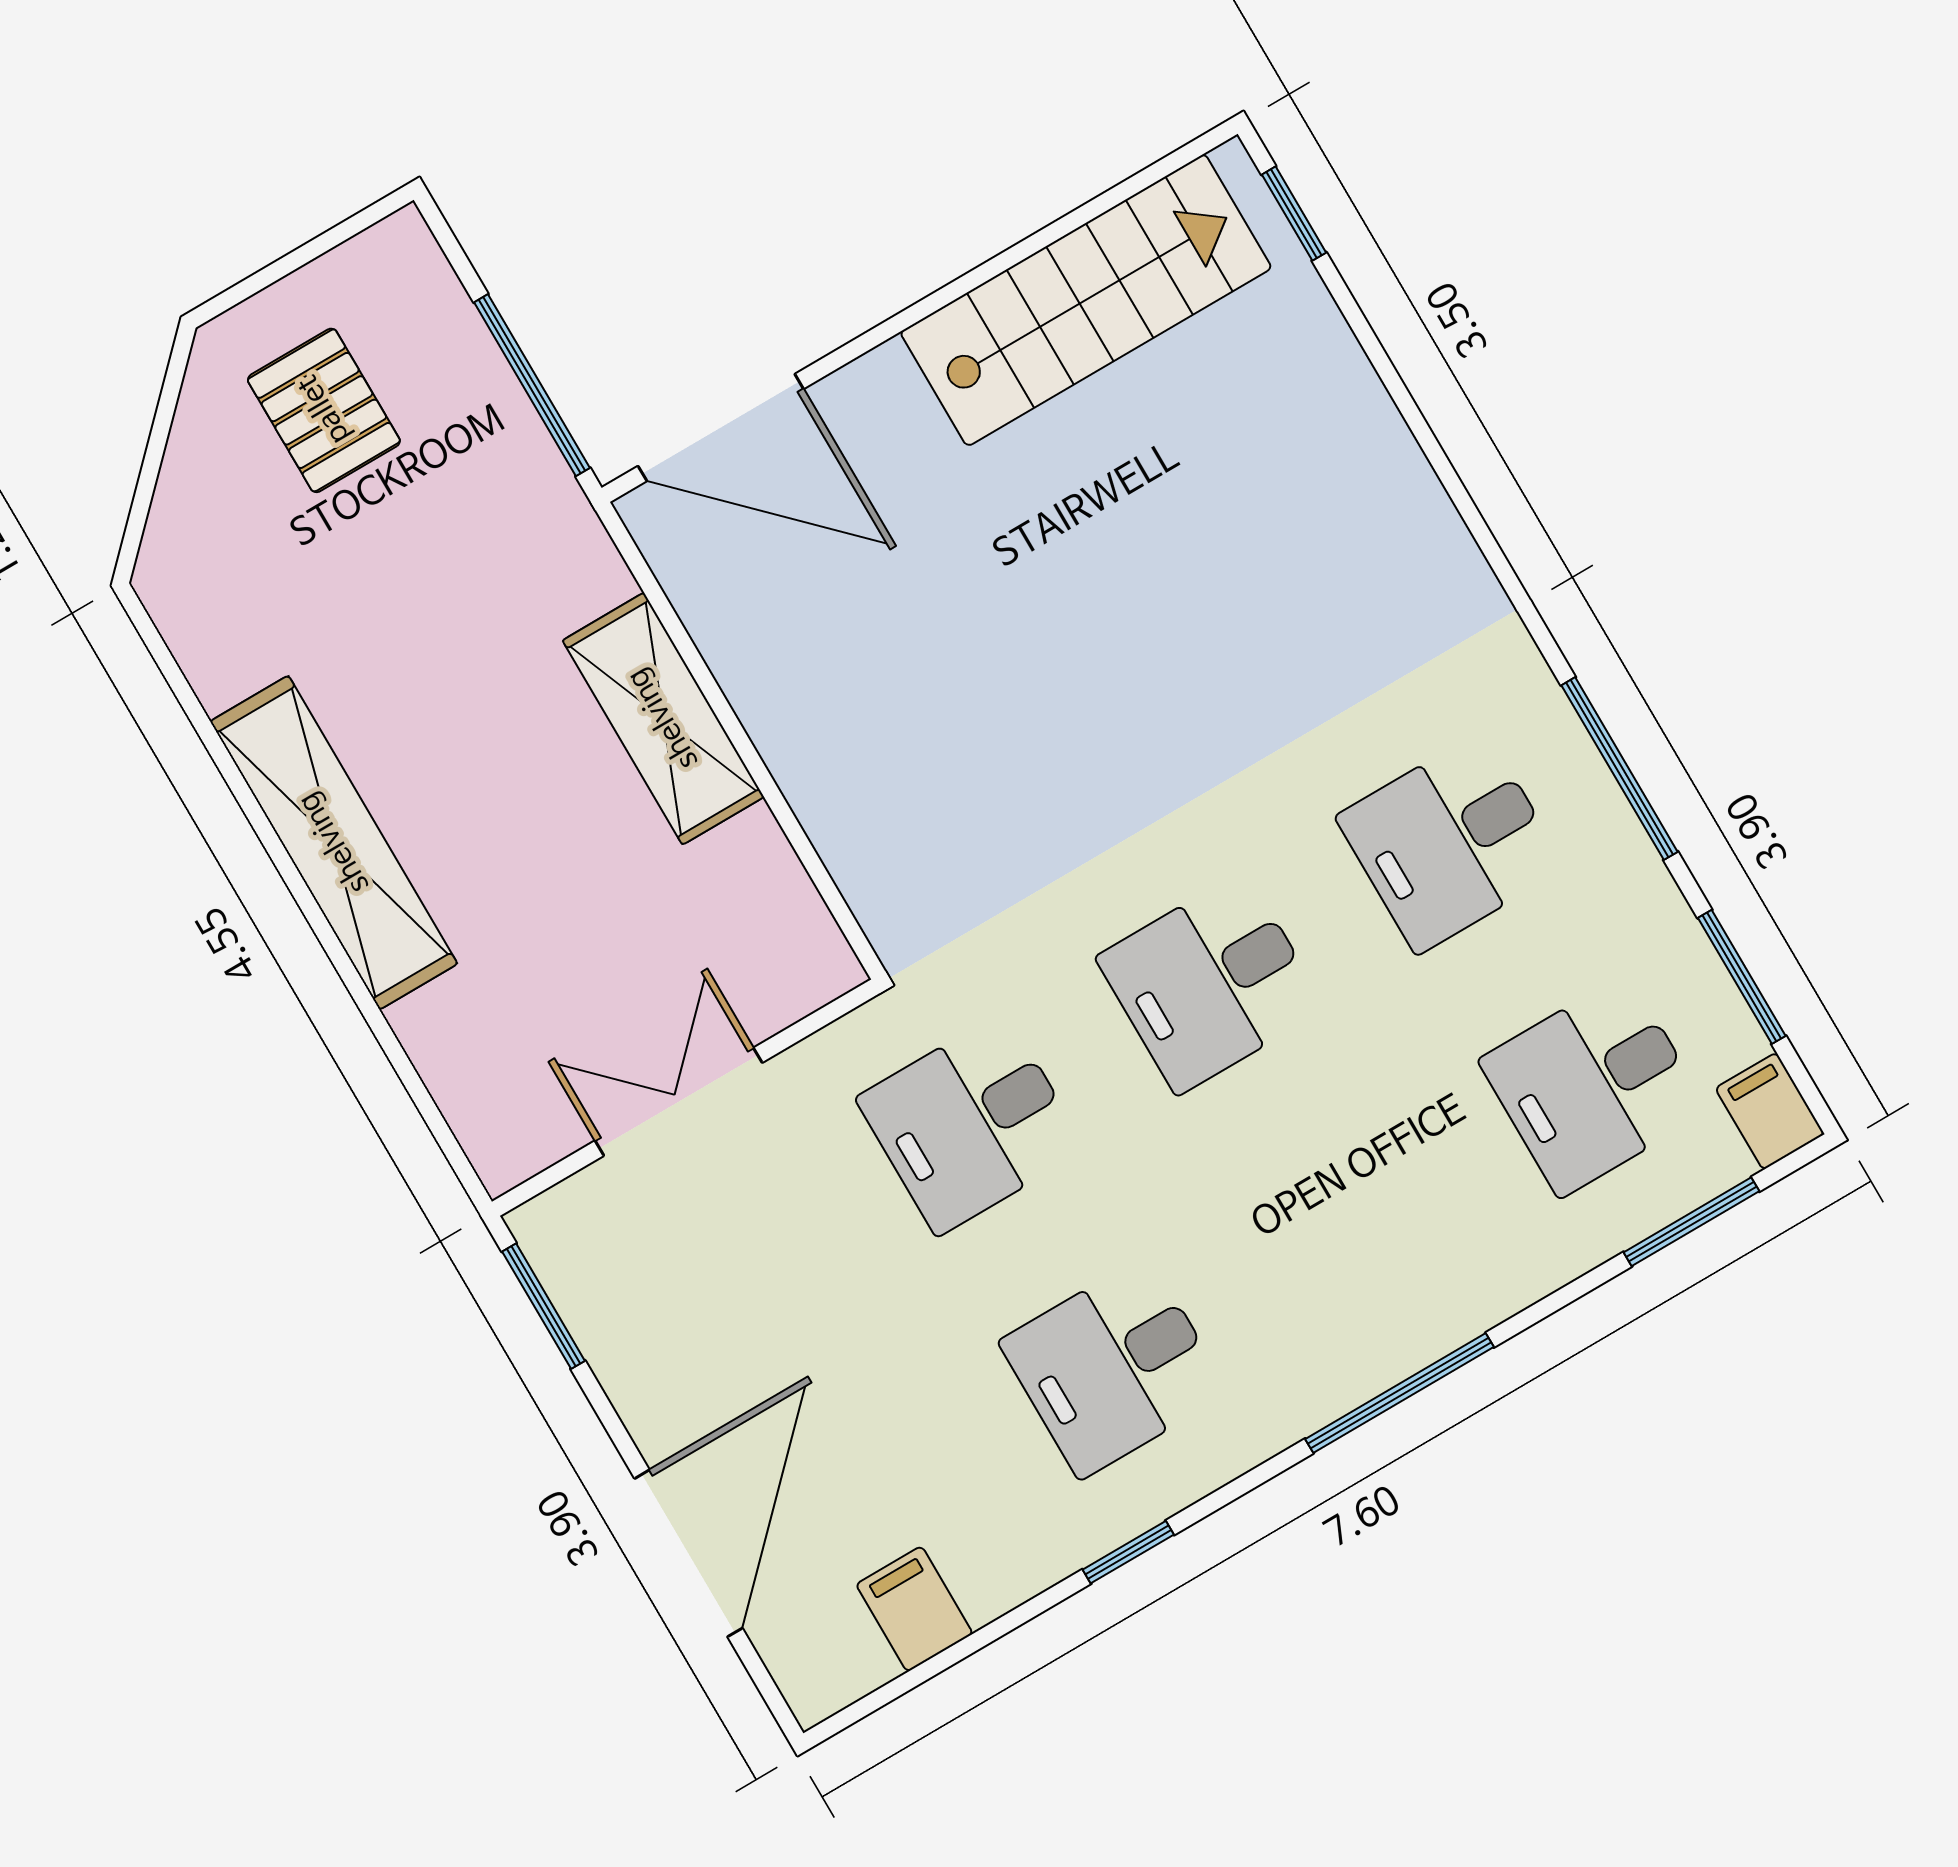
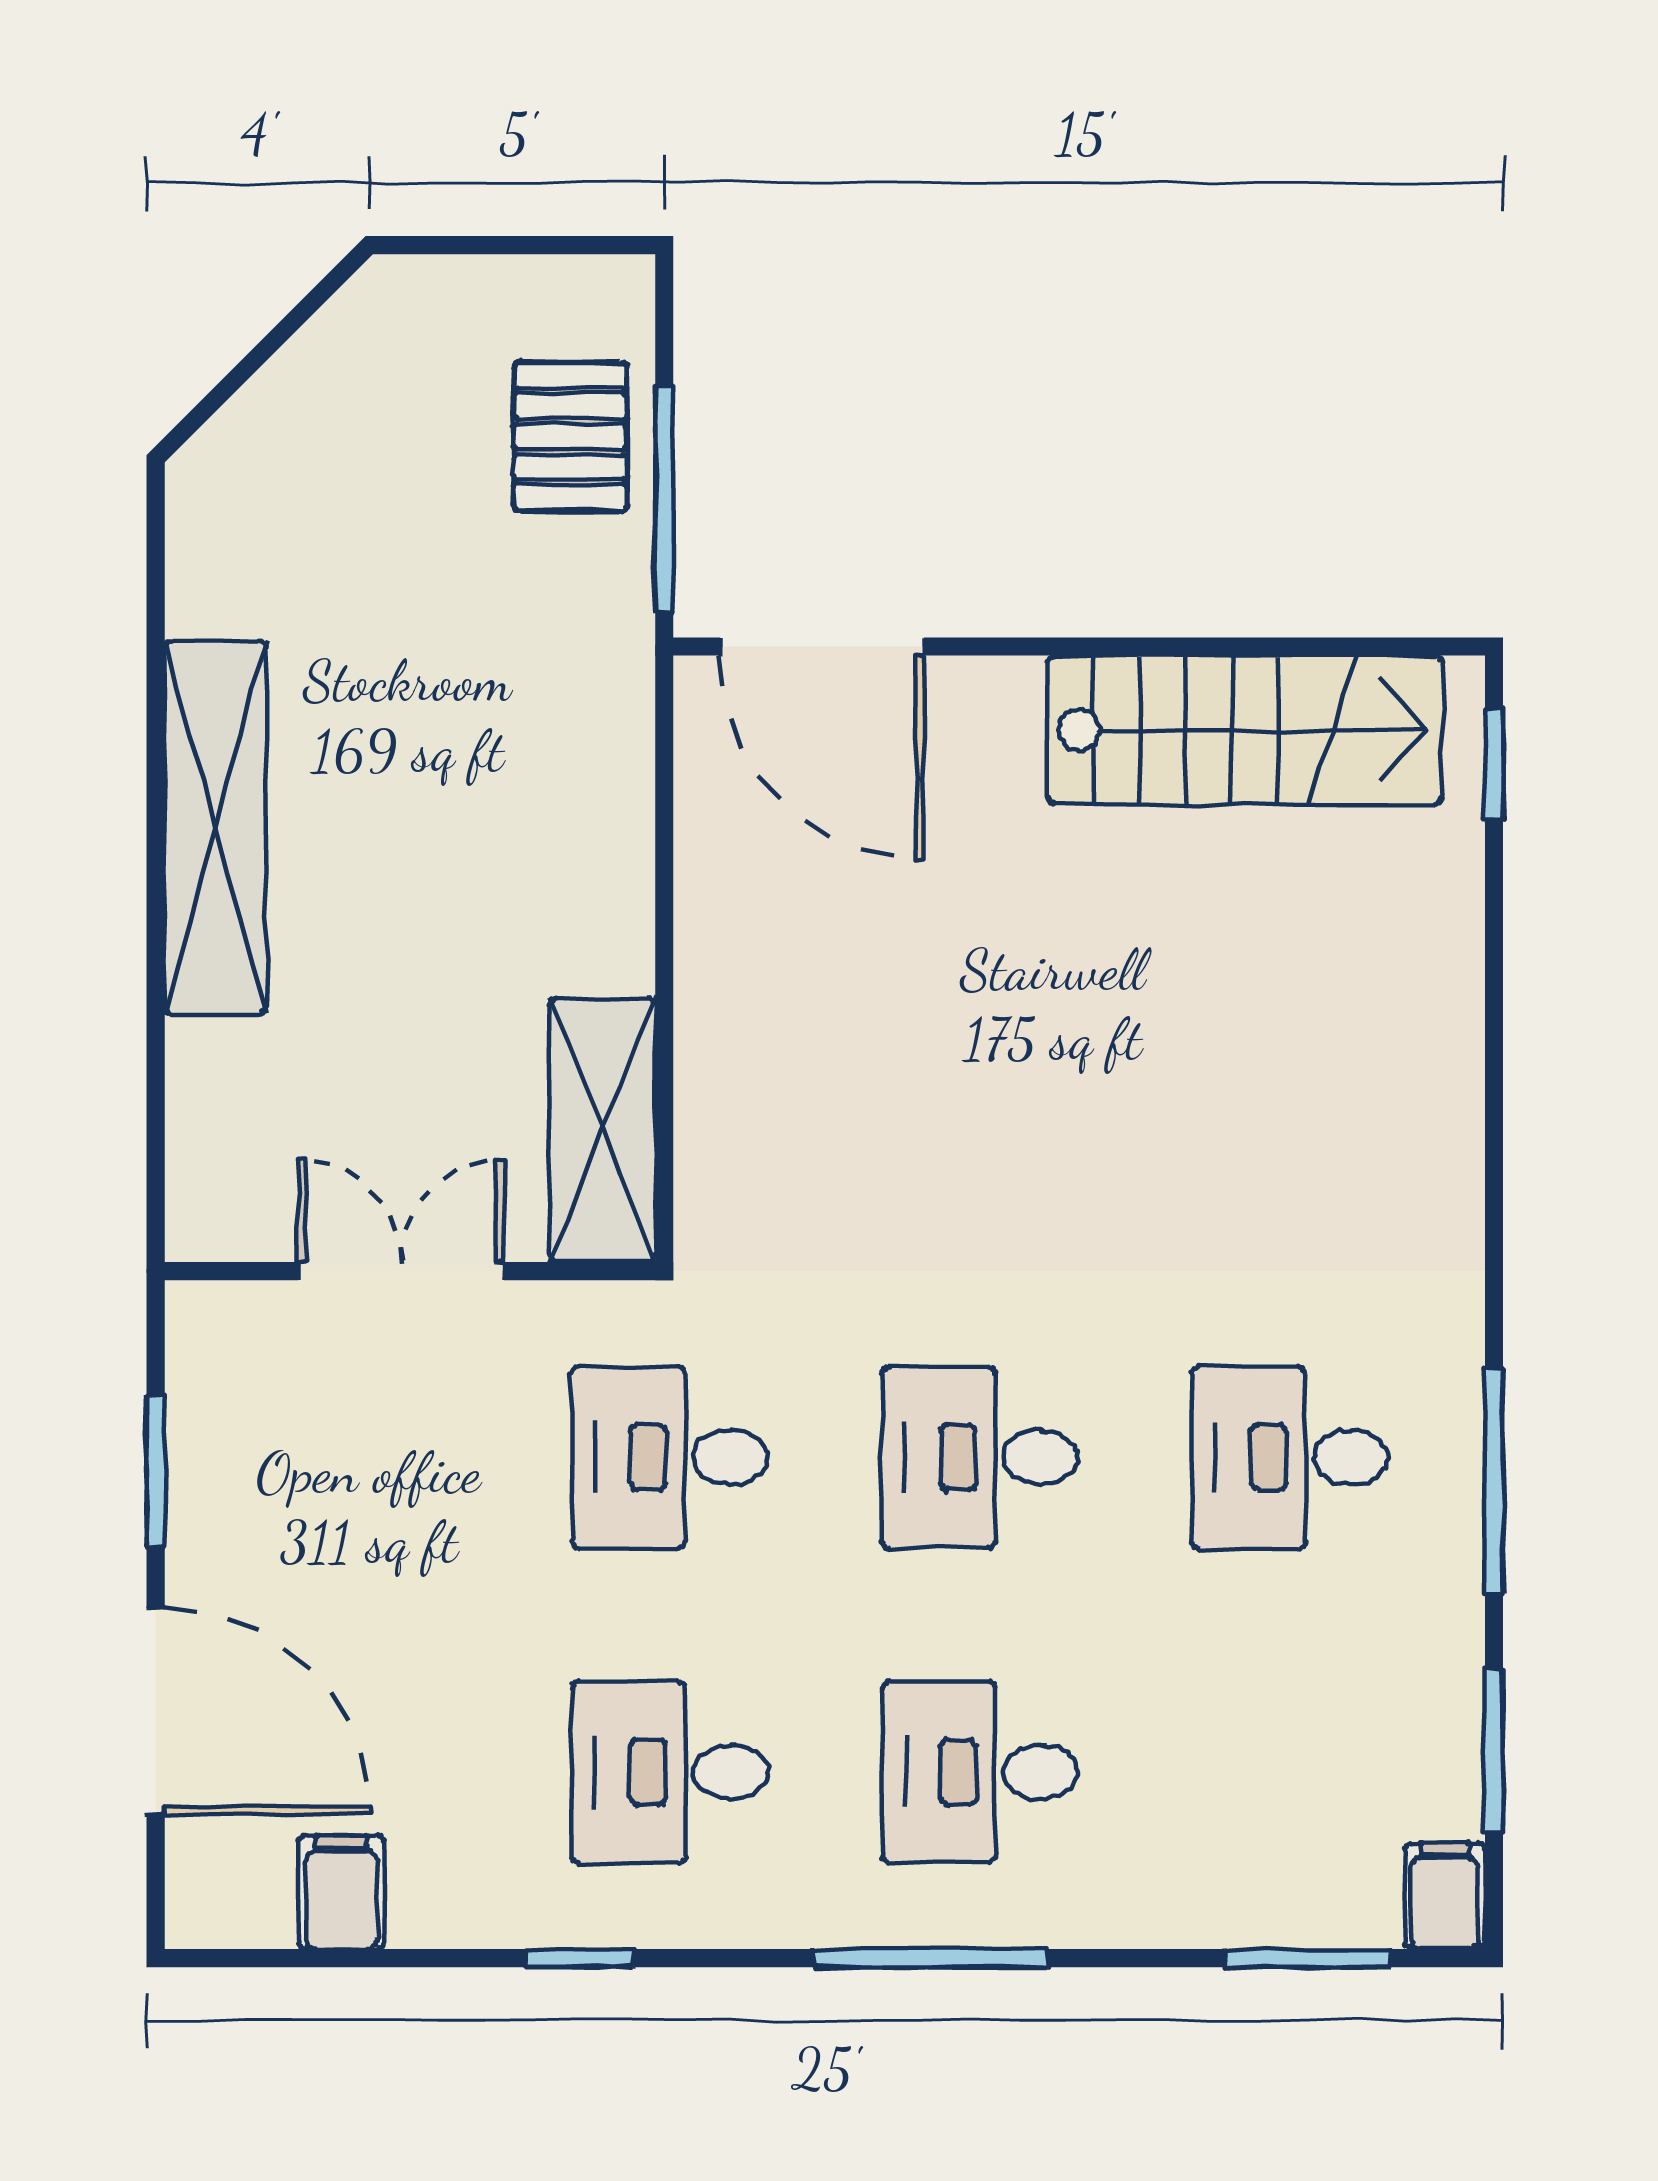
pallet: (324, 410) -> (570, 437), moved
shelving: (663, 719) -> (602, 1130), moved
desk: (1593, 1086) -> (980, 1772), moved
window: (544, 1306) -> (156, 1471), moved
door: (689, 1553) -> (156, 1711), hinge flipped

